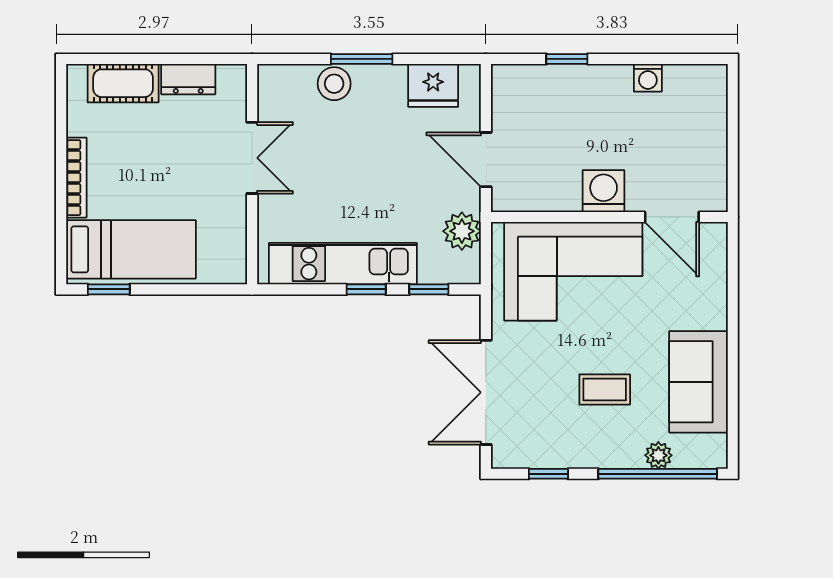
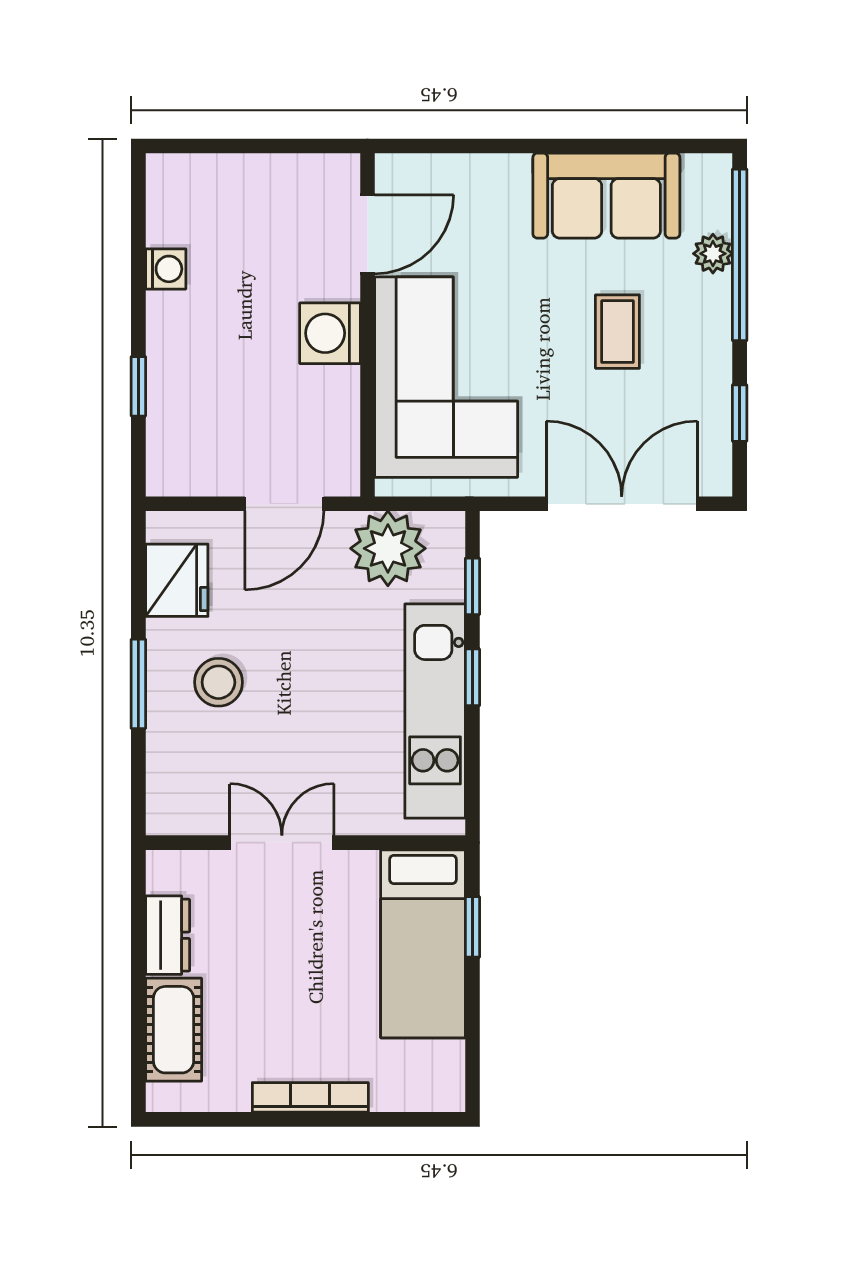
stool: (334, 84) -> (218, 682), moved
plant: (462, 231) -> (388, 548), width x1.36, depth x1.36
bed: (131, 249) -> (423, 944), moved, turned 180
window: (109, 289) -> (472, 927), moved
double door: (486, 392) -> (622, 504), swing flipped

